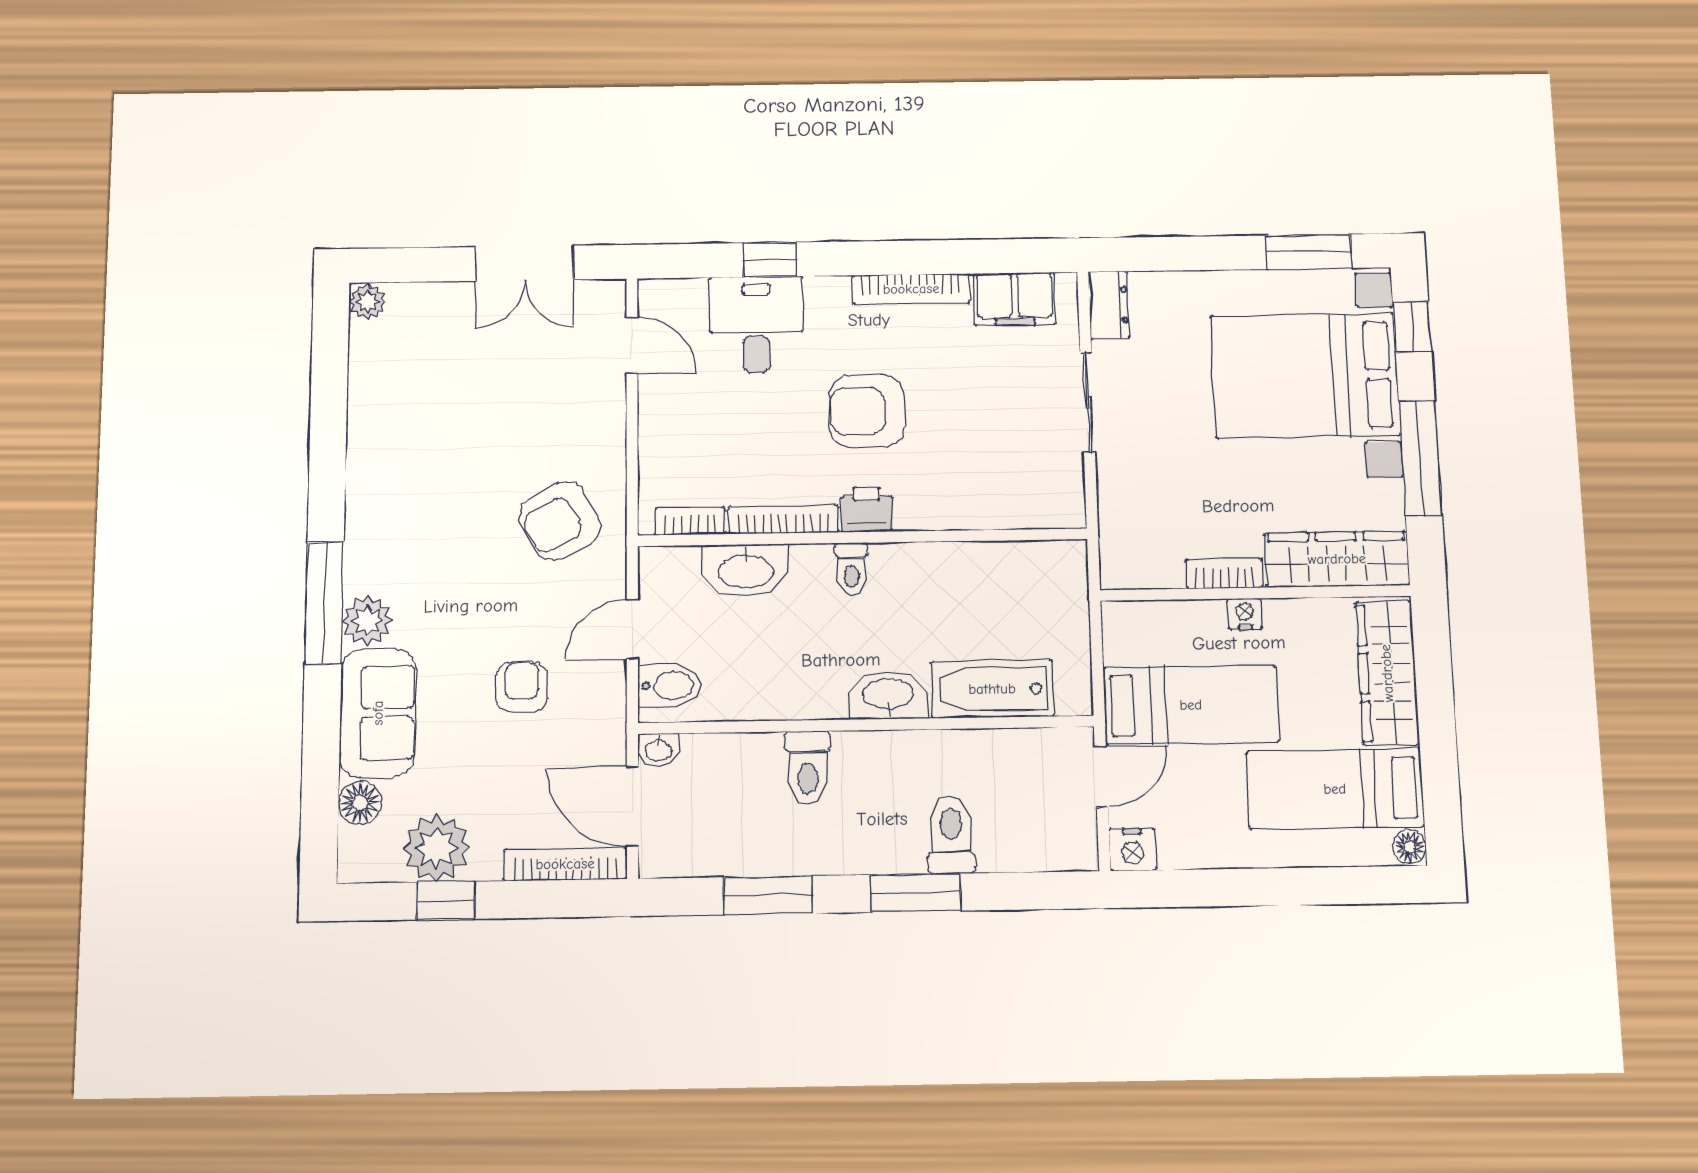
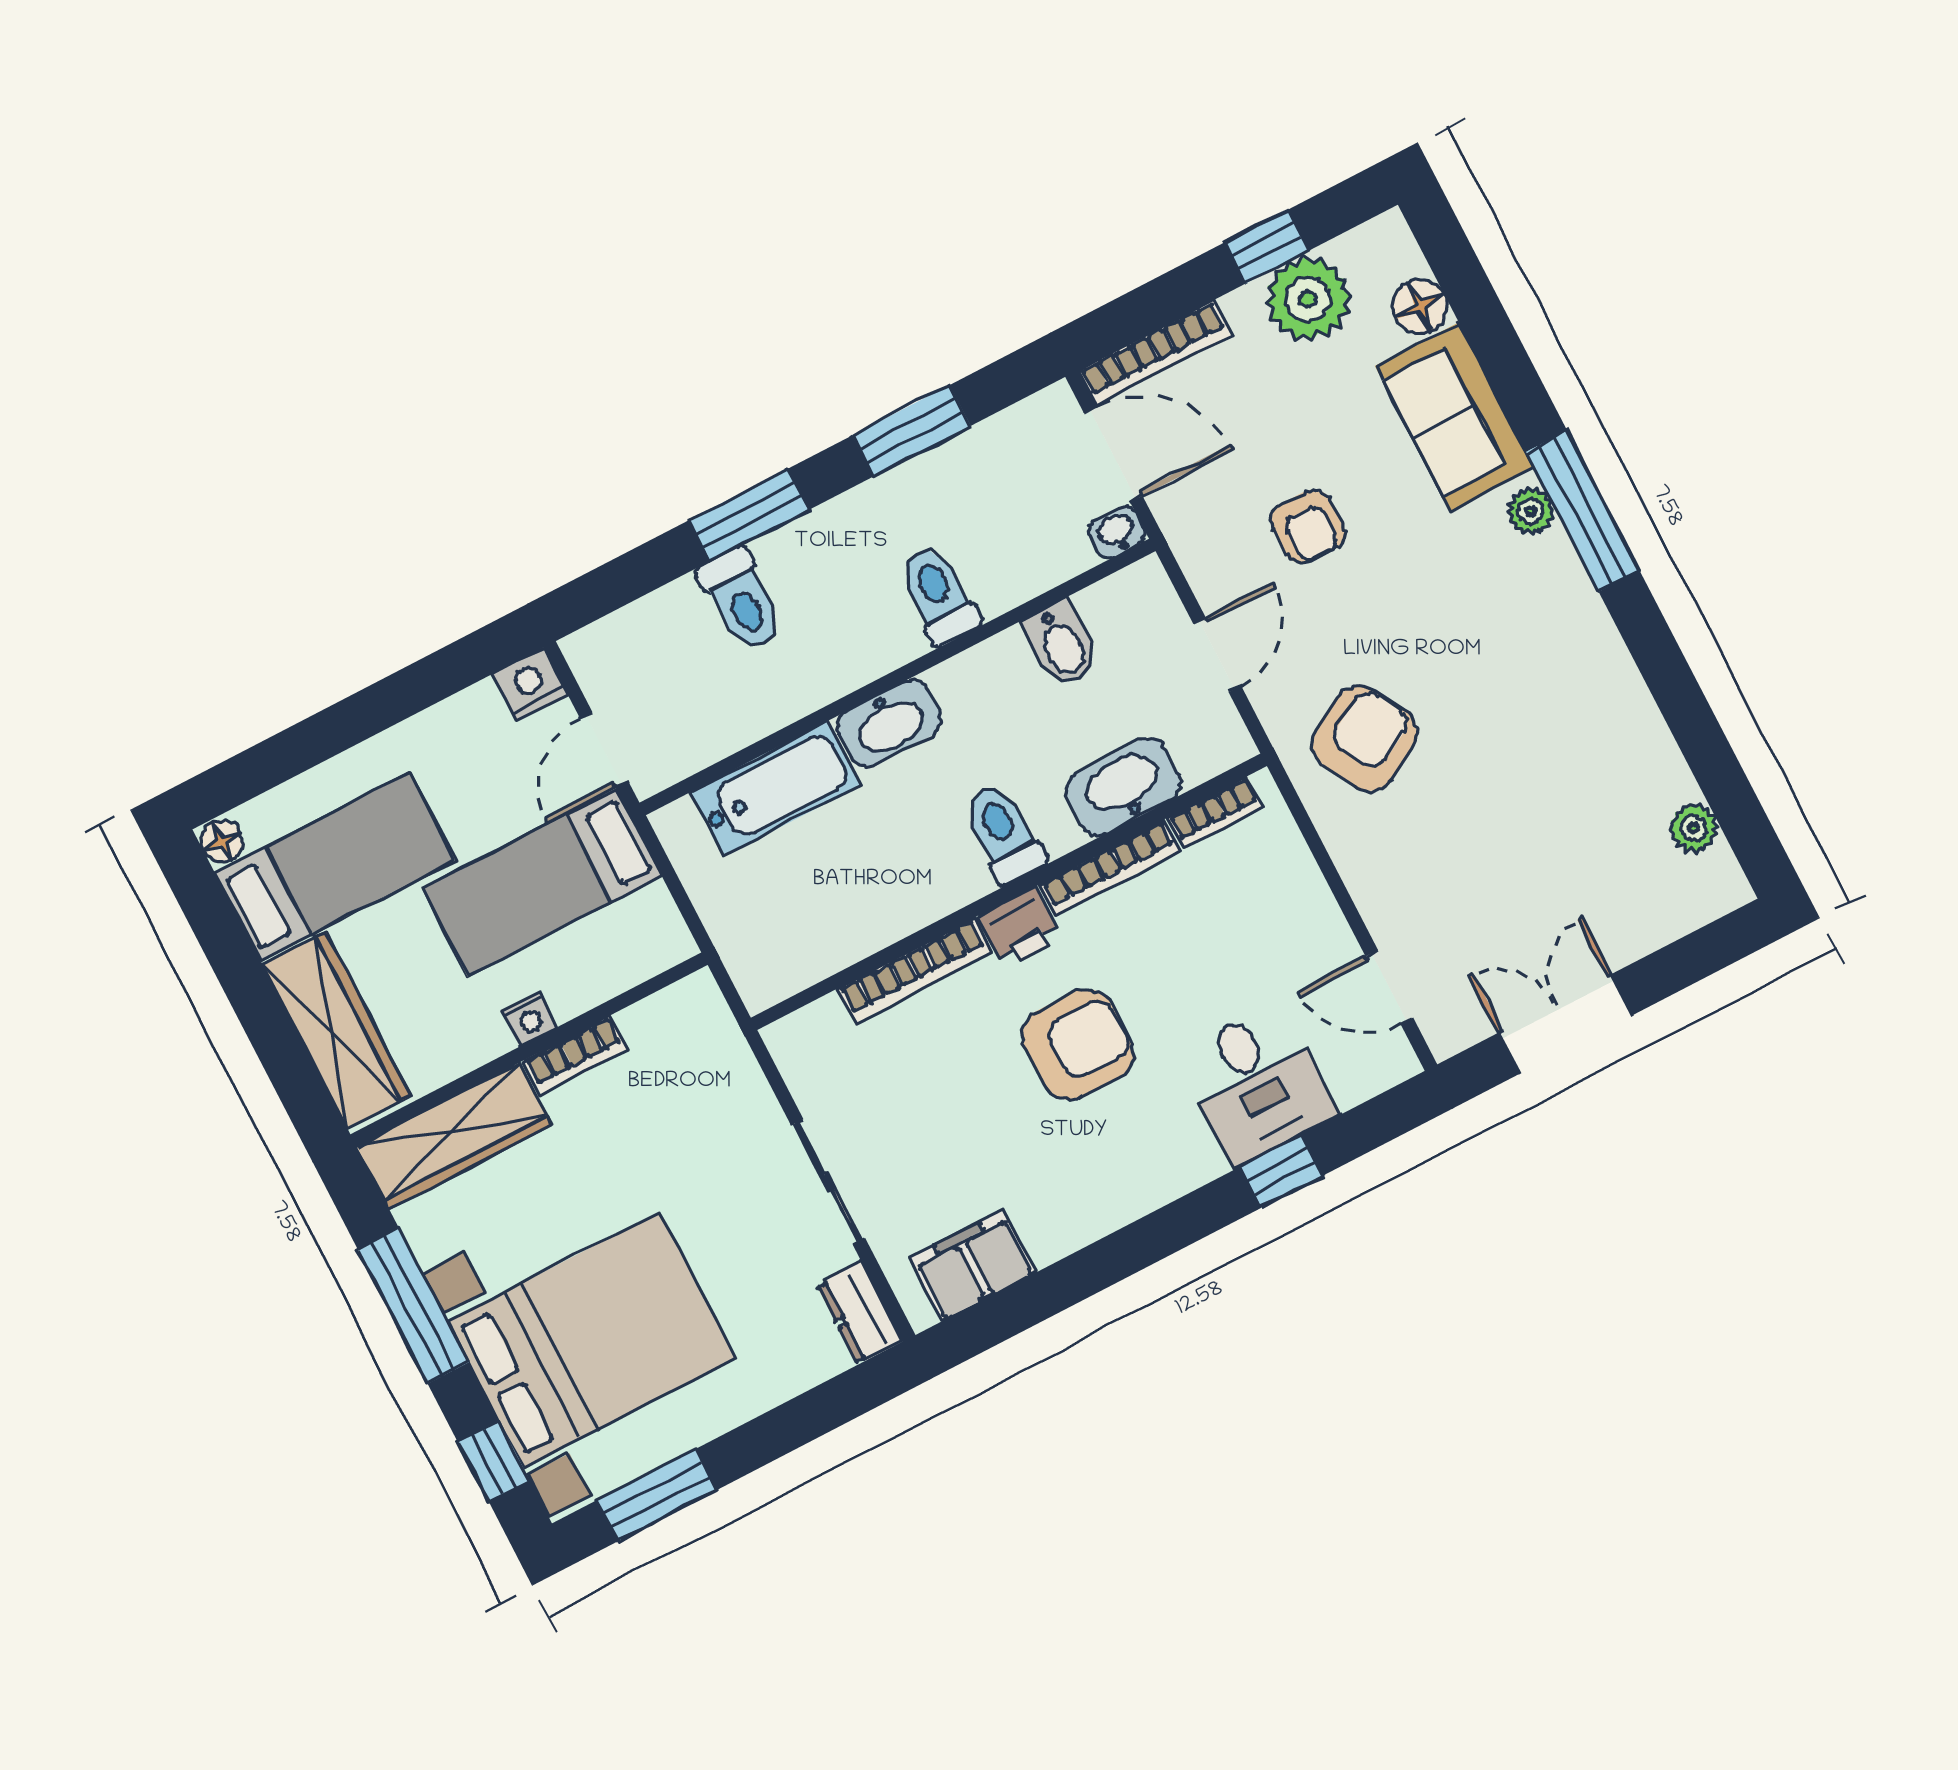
bookcase: (911, 289) -> (914, 971), moved, turned 180
plant: (367, 302) -> (1694, 828), moved
toilet: (852, 569) -> (1004, 833), width x1.37, depth x1.39
plant: (367, 620) -> (1531, 511), width x0.73, depth x0.73
bidet: (669, 686) -> (1062, 644), moved, turned -90

